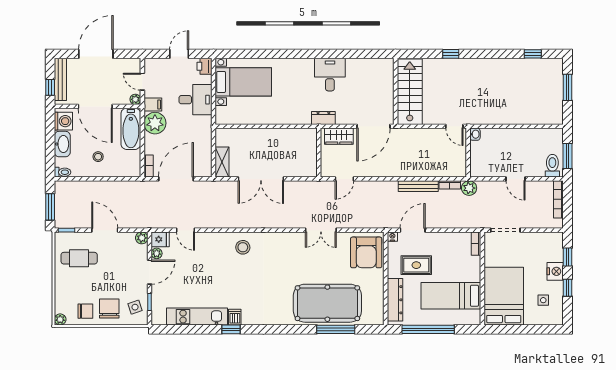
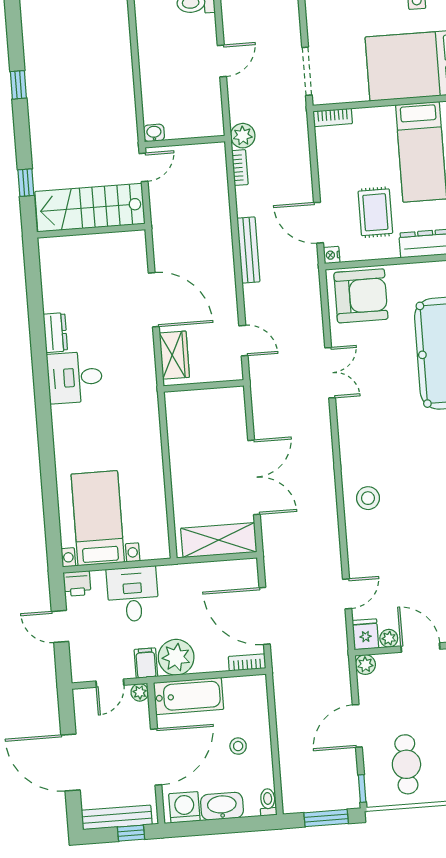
window: (533, 54) -> (18, 85), moved
wall: (396, 91) -> (91, 231), moved
stairs: (410, 92) -> (90, 208), moved
dresser: (323, 118) -> (55, 333), moved, turned 180
shelving: (222, 162) -> (219, 540), width x1.50, depth x1.33
bench: (418, 186) -> (248, 250), moved

